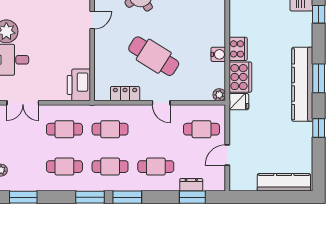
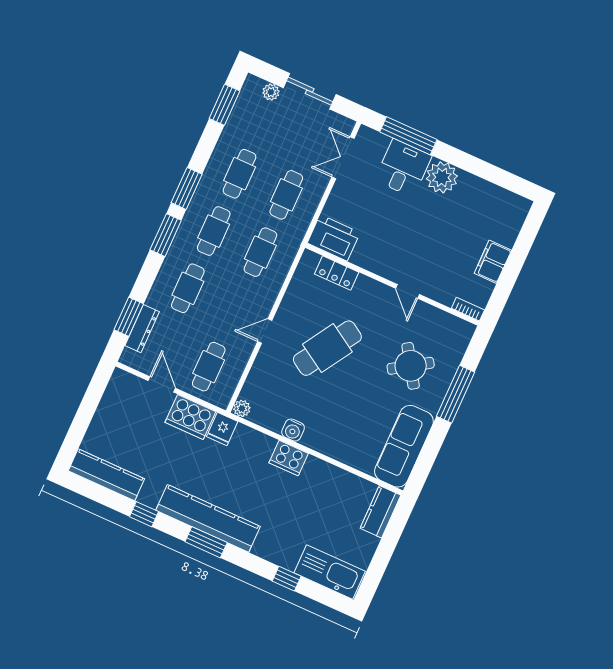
cooker: (240, 77) -> (190, 417), moved
locker: (125, 94) -> (337, 273), moved, turned 90
kitchen counter: (284, 182) -> (106, 475), moved, turned -90
dresser: (191, 185) -> (142, 329), width x1.44

